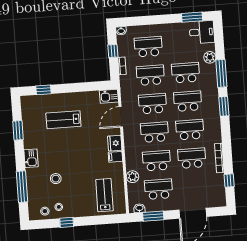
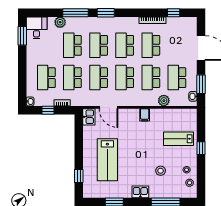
lab bench: (63, 120) -> (107, 160), width x1.36, depth x1.39
fridge: (115, 143) -> (132, 115), removed
lab bench: (104, 195) -> (178, 139), moved
window: (67, 222) -> (201, 148), moved

